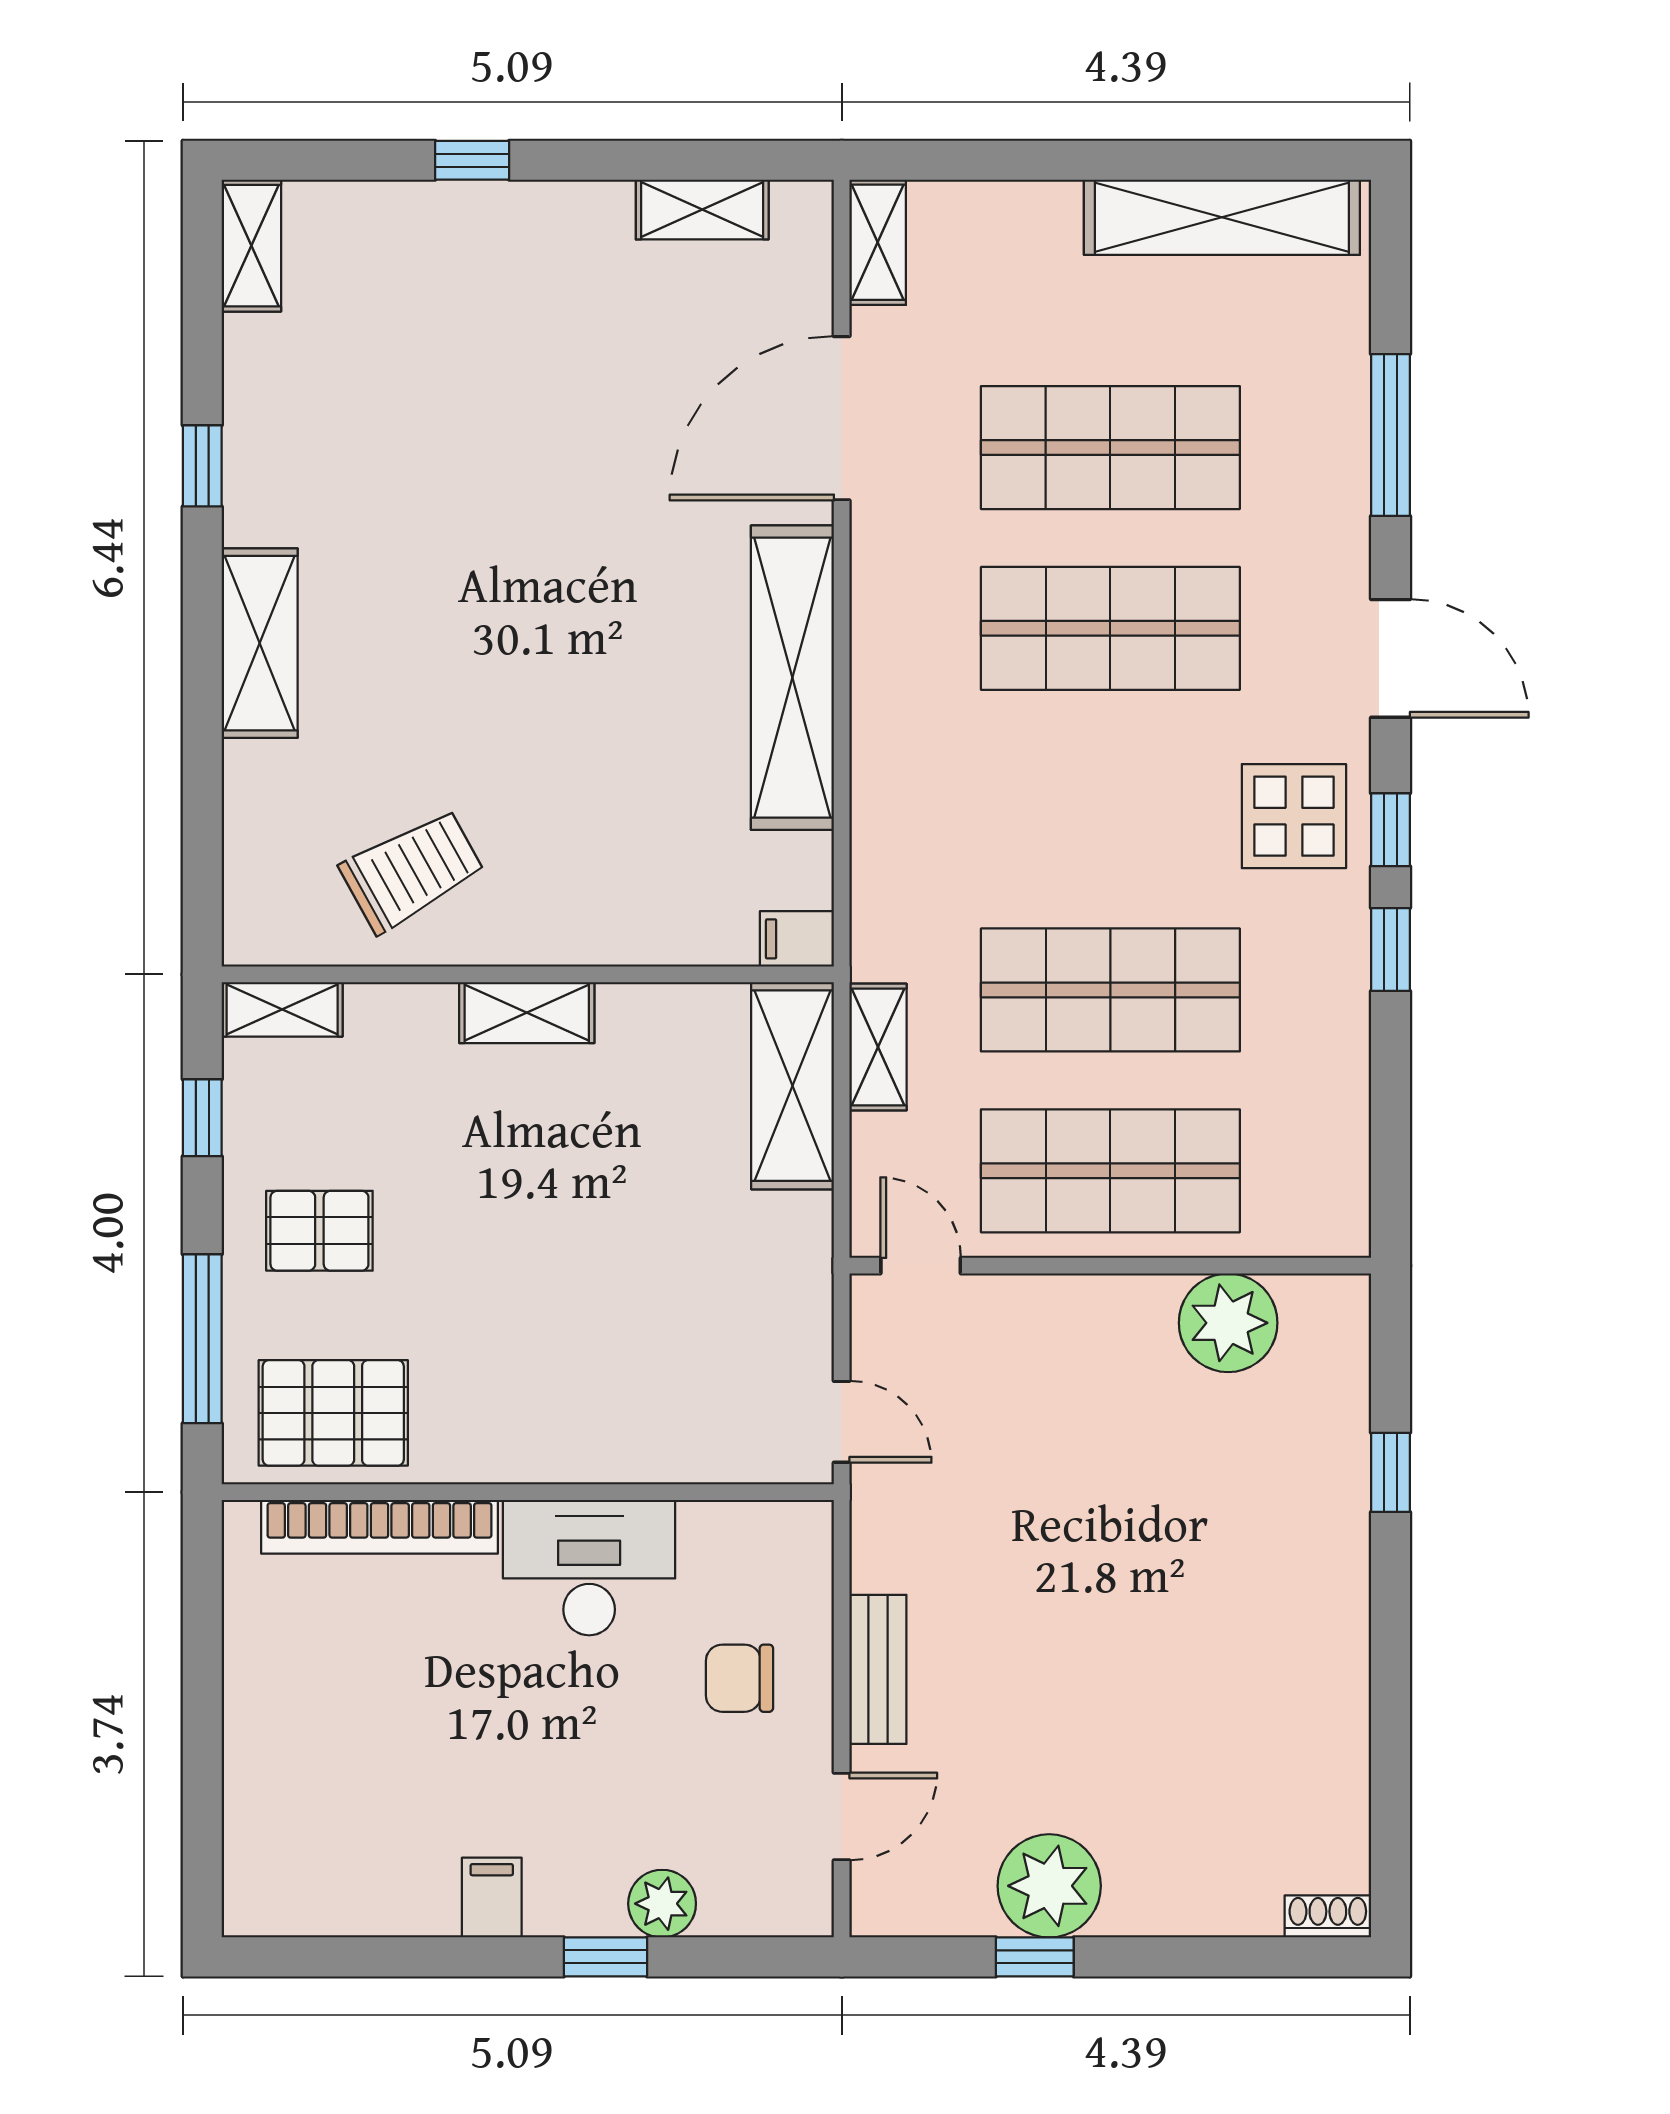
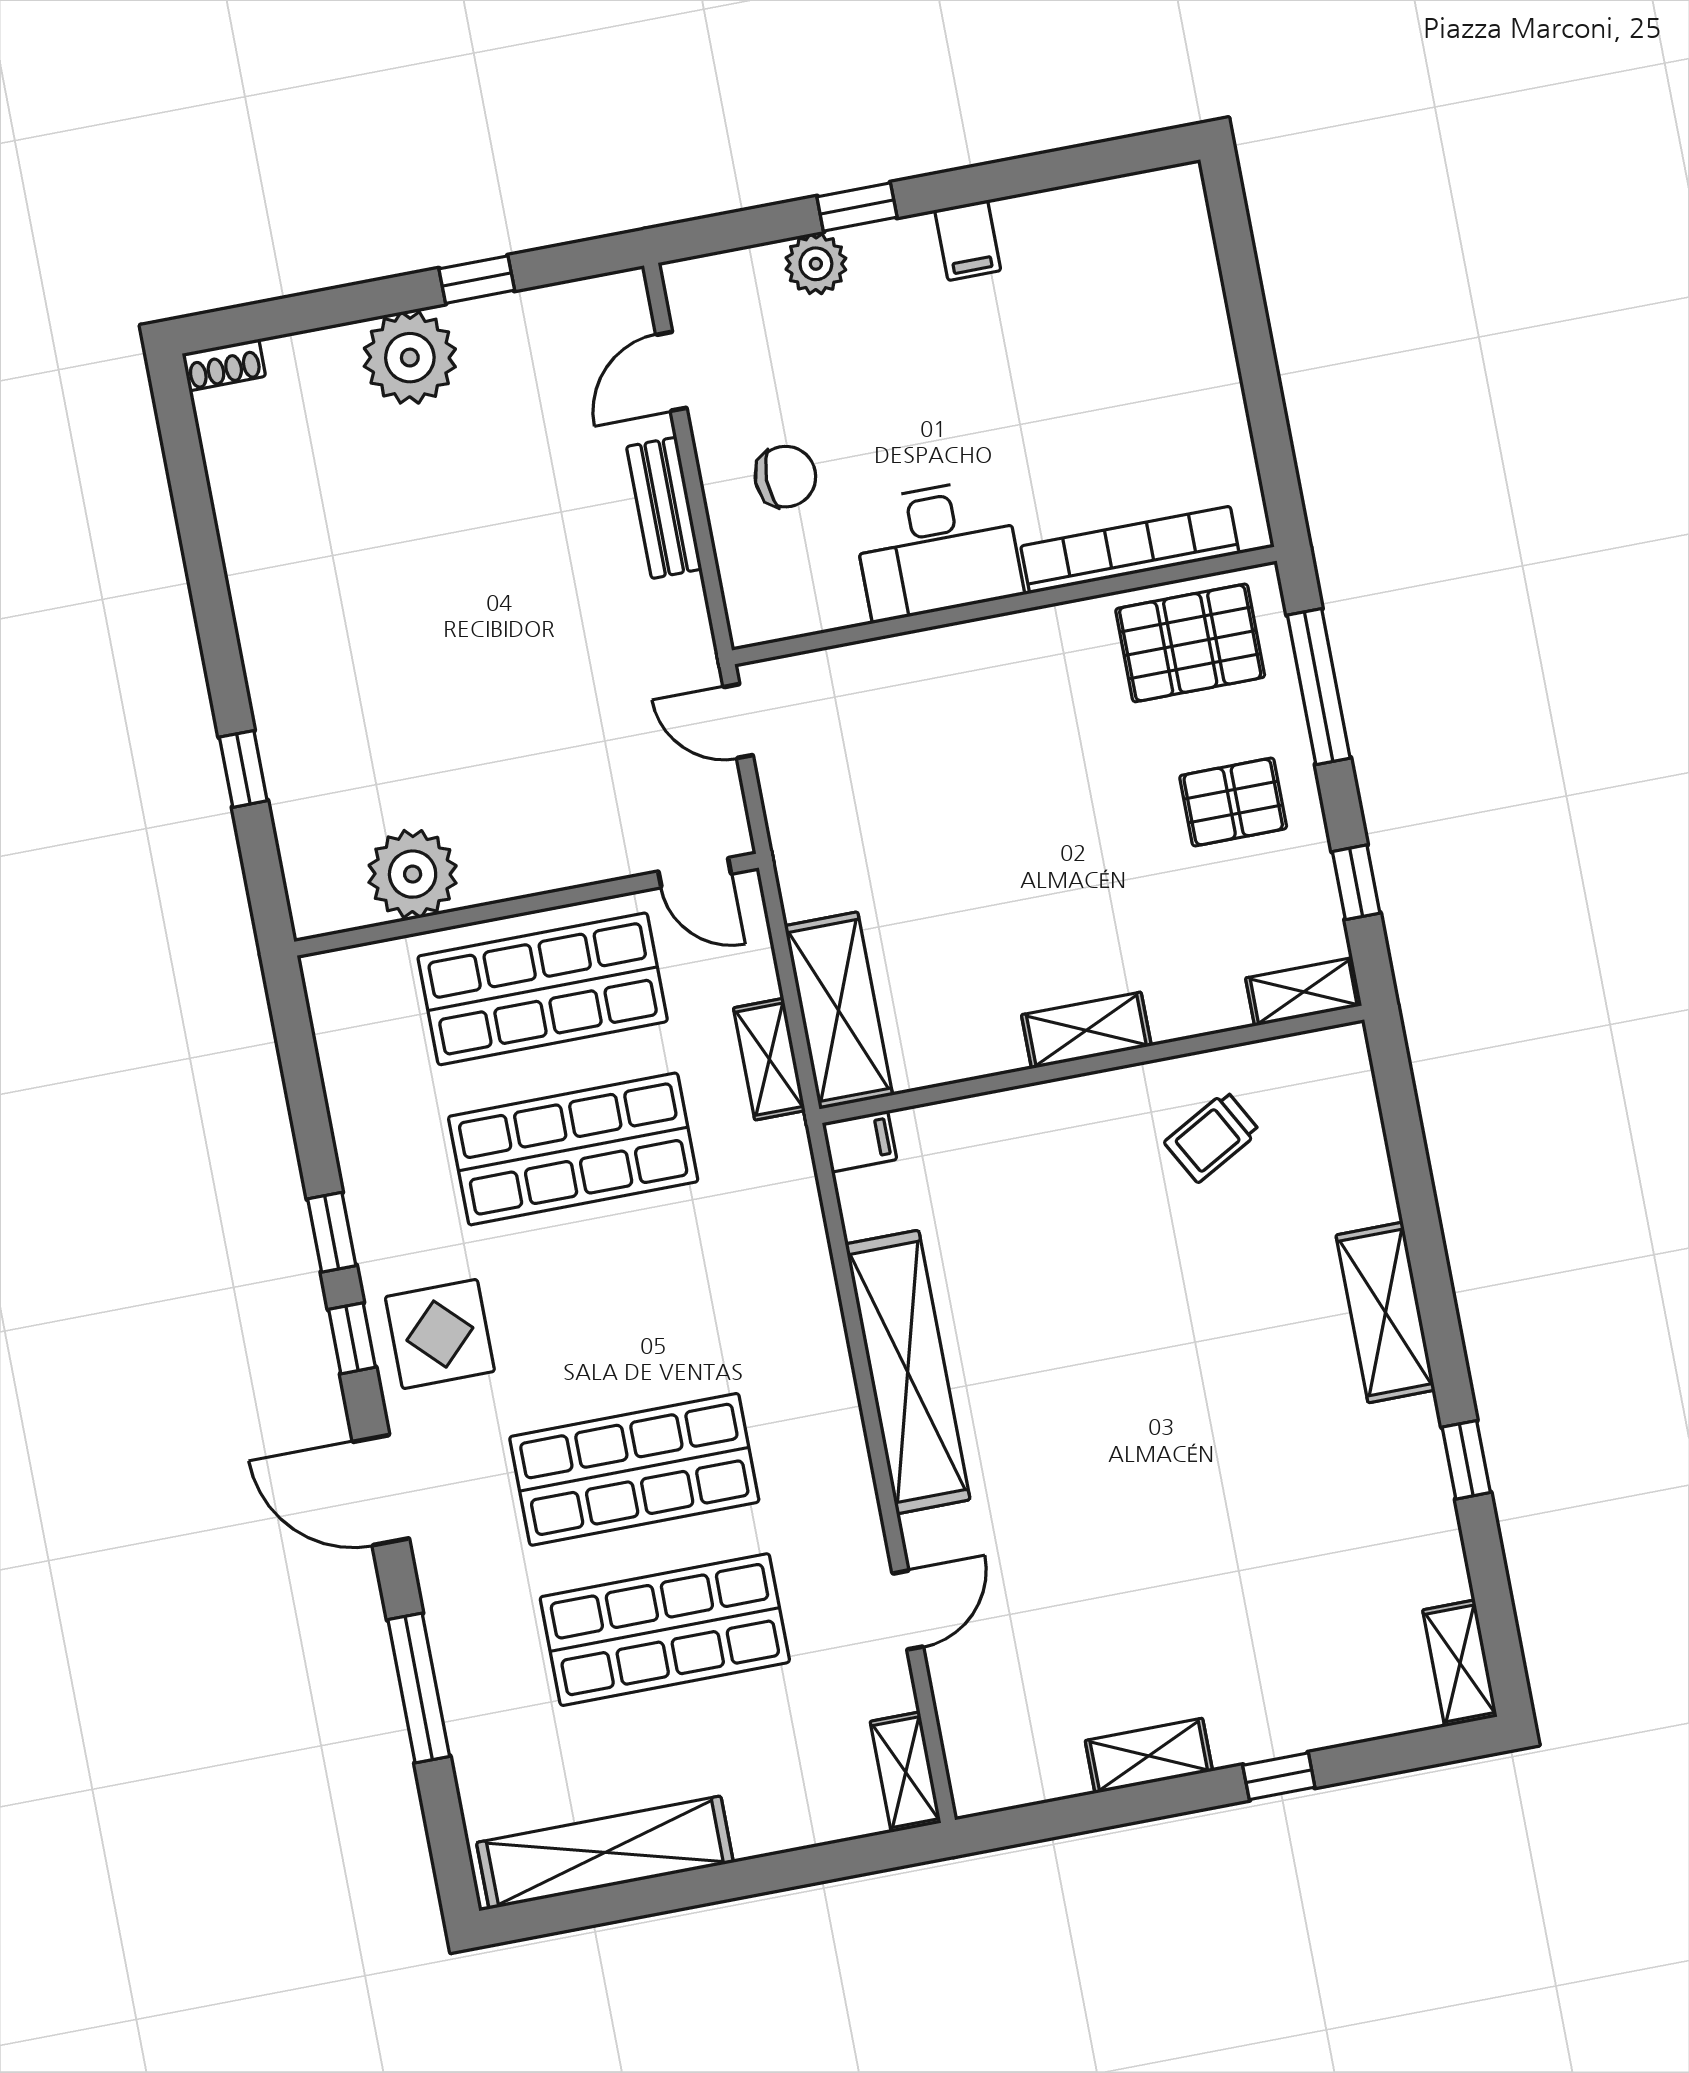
shelving: (702, 210) -> (1149, 1756), moved
door: (842, 418) -> (908, 1610), width x0.53
trolley: (412, 871) -> (1212, 1137), width x0.73, depth x0.72
plant: (1049, 1886) -> (410, 358), moved

